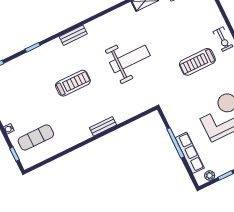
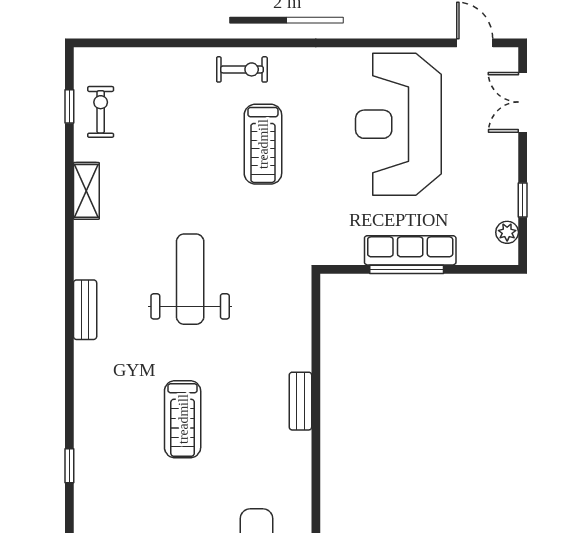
bench: (73, 35) -> (85, 310), moved
treadmill: (73, 83) -> (183, 419), turned 180
row of seats: (190, 153) -> (410, 250), moved

